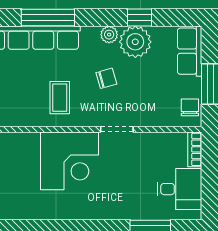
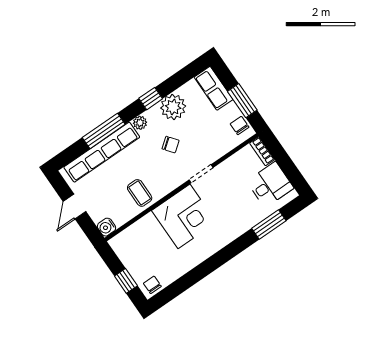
window: (139, 17) -> (151, 99), moved
plant: (109, 35) -> (140, 123), moved
chair: (106, 78) -> (171, 145), turned 68
coffee table: (60, 98) -> (140, 193), moved

